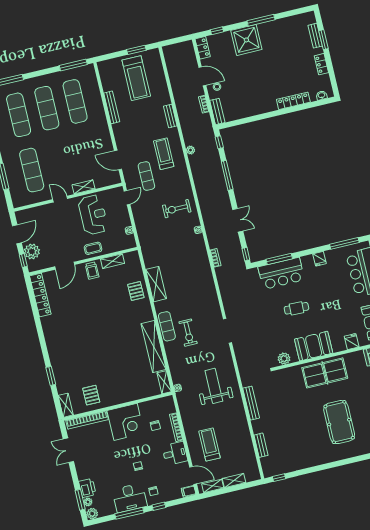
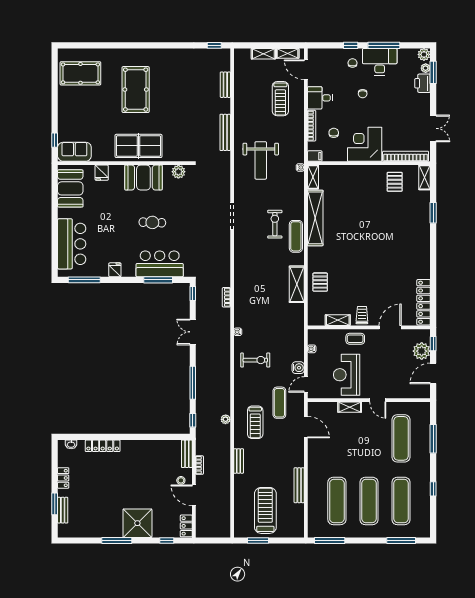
water cooler: (137, 211) -> (298, 368), added
filing cabinet: (189, 491) -> (315, 156), moved

